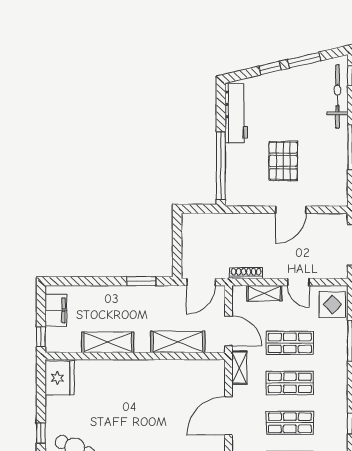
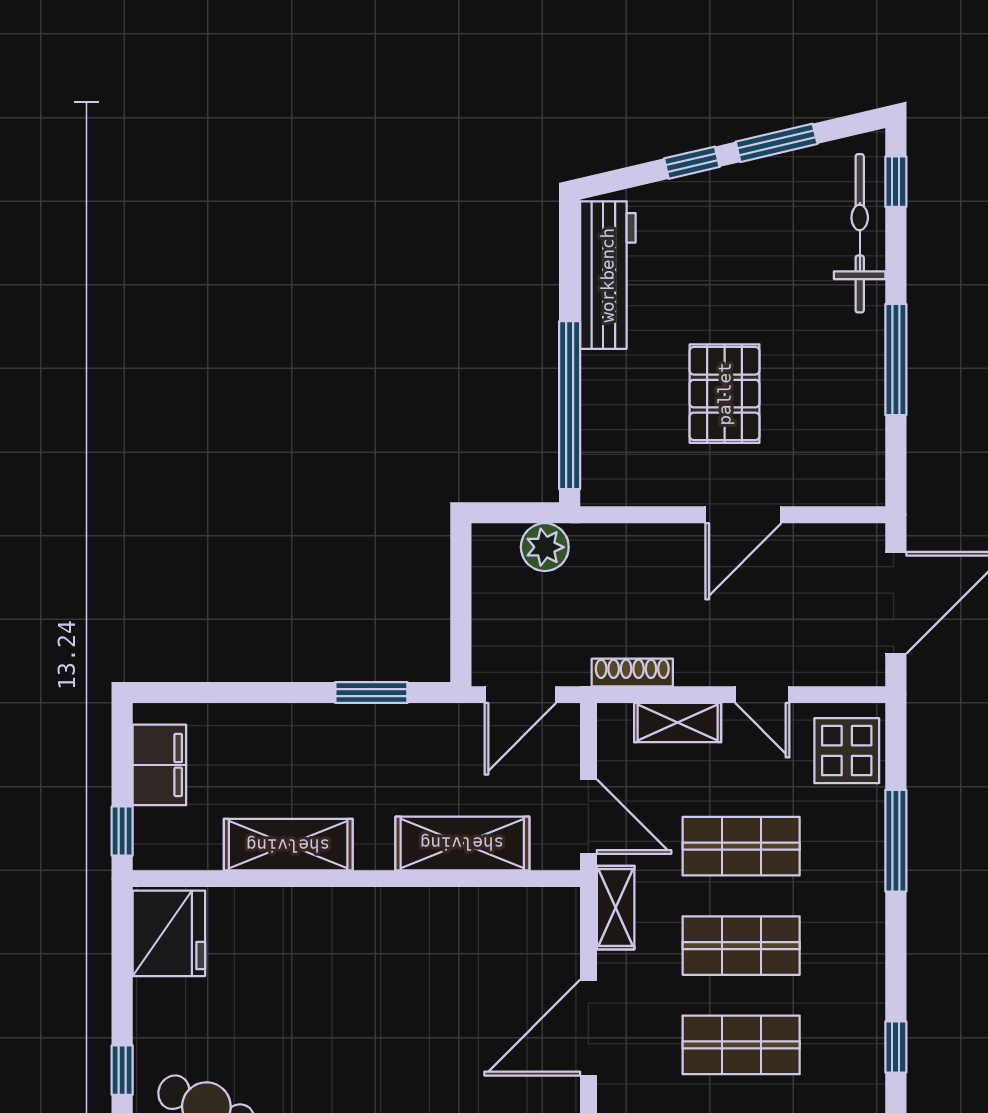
plant: (211, 223) -> (545, 547), added

